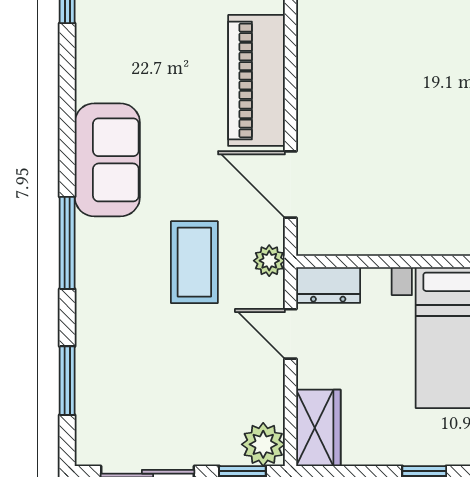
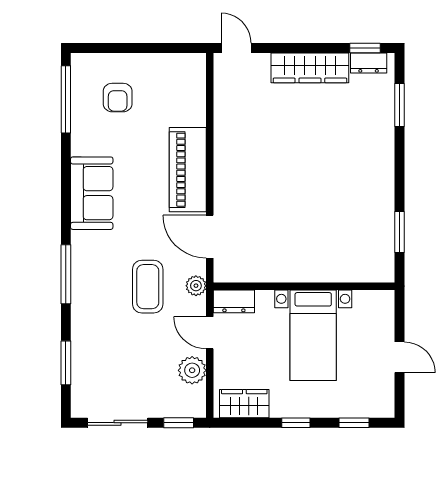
sofa: (107, 160) -> (92, 193), moved
wardrobe: (318, 428) -> (244, 404), moved, turned -90
plant: (263, 444) -> (192, 370), moved

